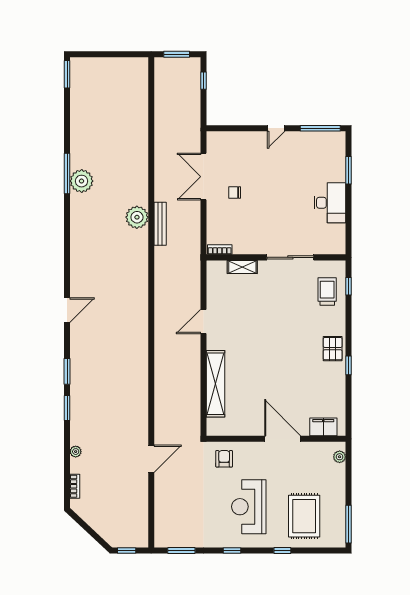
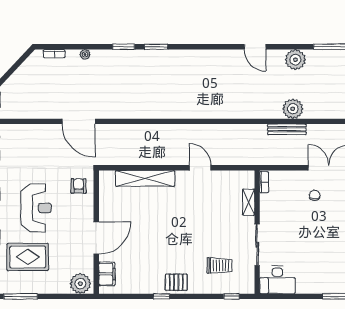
plant: (82, 181) -> (295, 60), moved
desk: (330, 203) -> (278, 280), moved
trolley: (327, 292) -> (219, 265), moved
door: (67, 310) -> (255, 47), moved
plant: (340, 457) -> (80, 284), width x1.88, depth x1.88
door: (151, 459) -> (79, 121), width x1.36
armchair: (224, 459) -> (79, 186), turned -90
reception desk: (249, 507) -> (36, 208), turned 90

